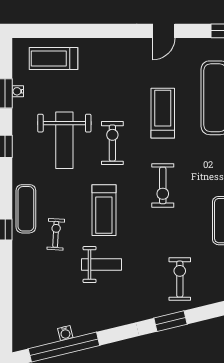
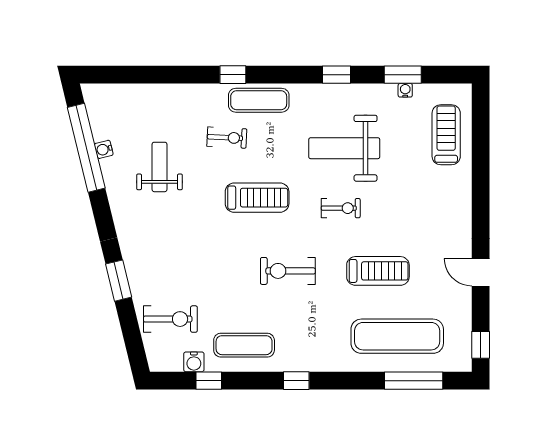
exercise bike: (112, 143) -> (341, 208), width x0.73, depth x0.72
treadmill: (104, 210) -> (257, 198), turned 180
weight bench: (102, 265) -> (160, 167), moved, turned 180
exercise bike: (180, 279) -> (170, 319), moved

